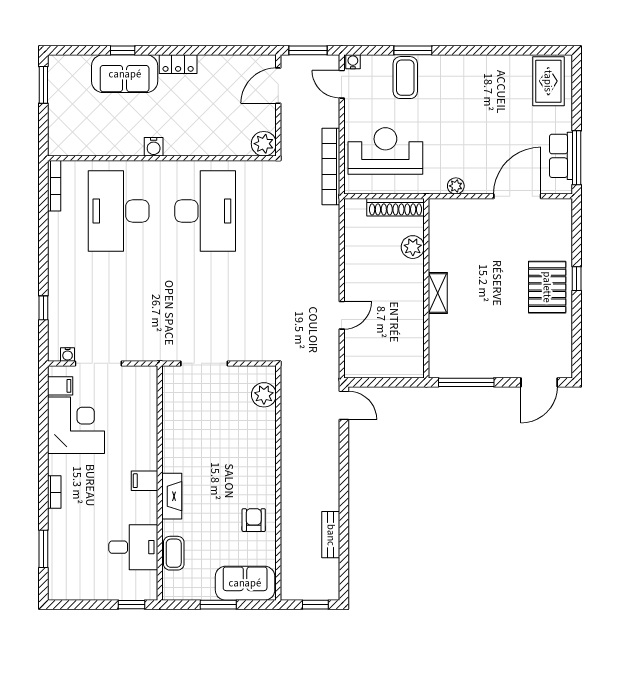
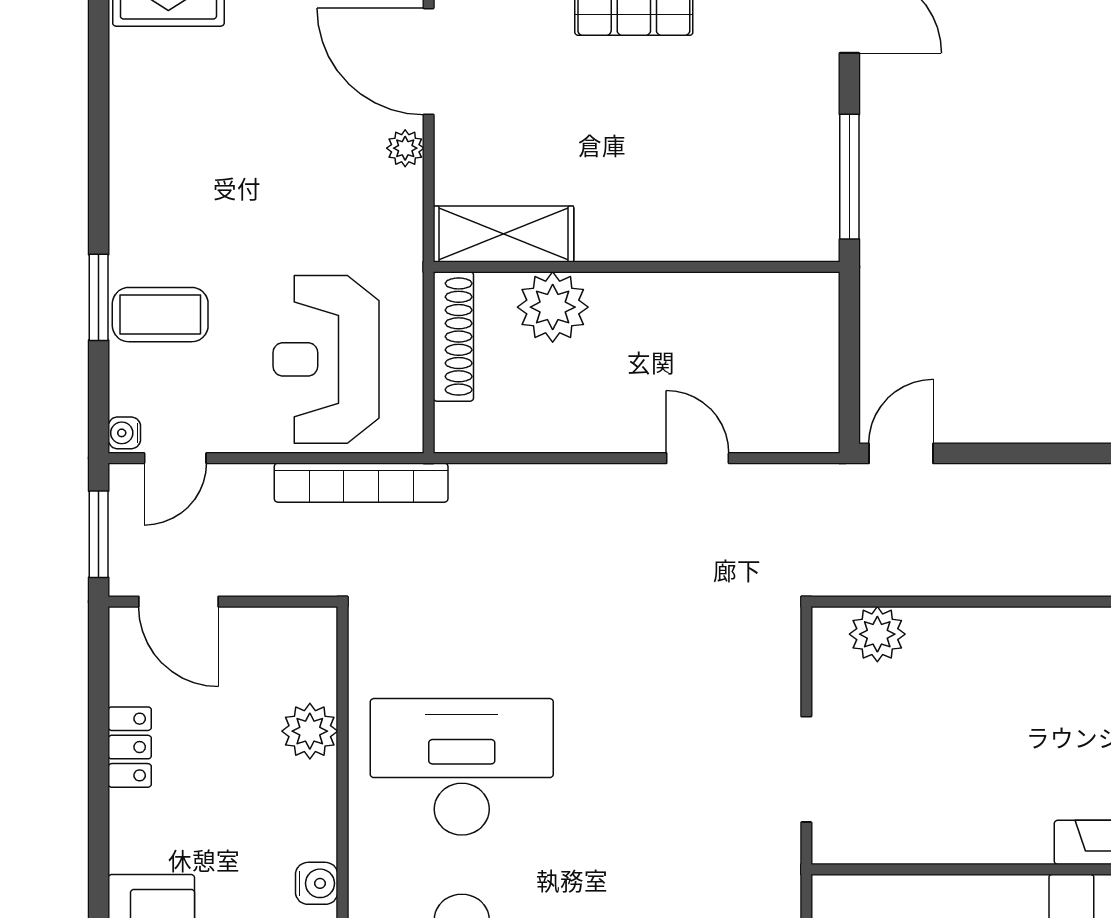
locker: (178, 64) -> (130, 747), moved
plant: (264, 144) -> (310, 731), moved
plant: (456, 186) -> (405, 148), moved
plant: (413, 247) -> (553, 307), width x1.36, depth x1.36
shelving: (438, 293) -> (504, 234), moved, width x1.50, depth x1.33

